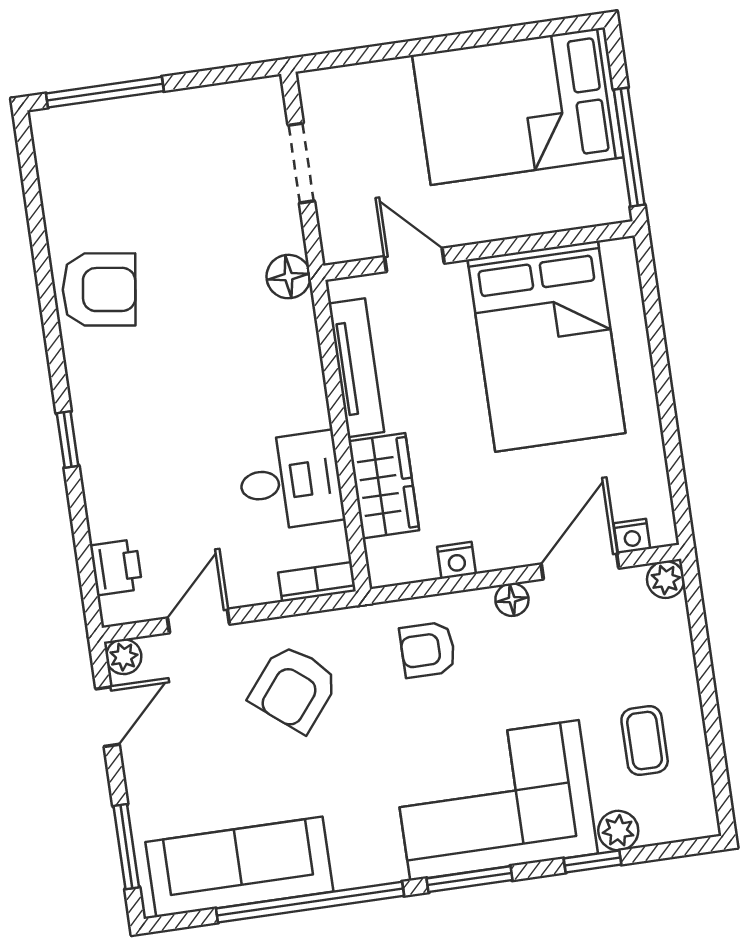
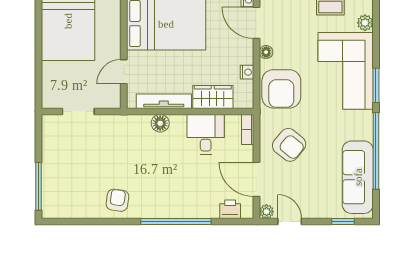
floor lamp: (288, 277) -> (160, 123), moved
armchair: (99, 290) -> (117, 200), width x0.72, depth x0.72
window: (68, 439) -> (176, 222), width x3.17
door: (199, 621) -> (257, 179), width x1.38
armchair: (428, 650) -> (281, 89), width x1.88, depth x1.88
window: (126, 847) -> (343, 222), width x0.67
window: (592, 861) -> (376, 35), removed

